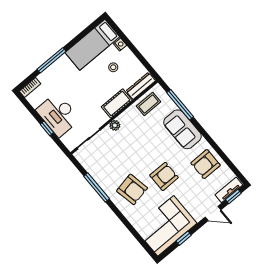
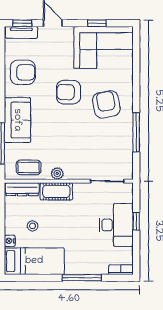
plant: (115, 125) -> (57, 174), moved

